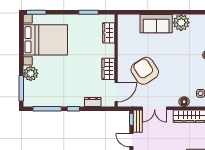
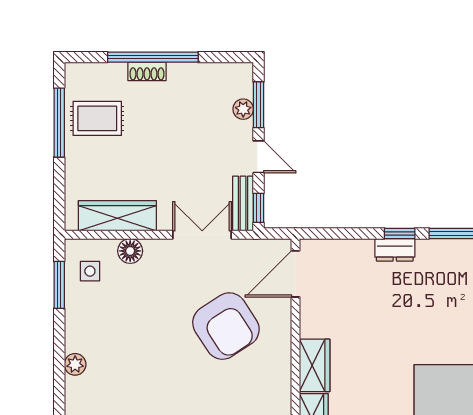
wardrobe: (108, 69) -> (315, 365), moved
dresser: (93, 102) -> (395, 250), moved

